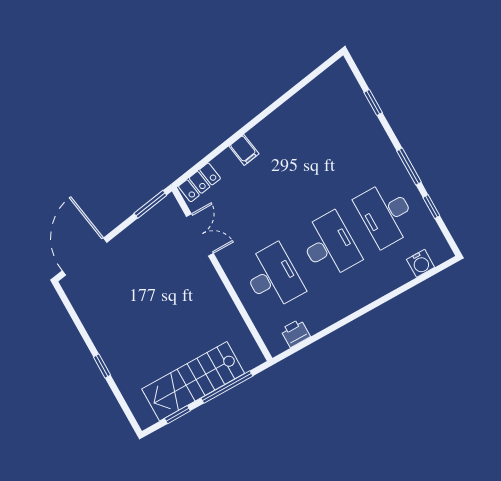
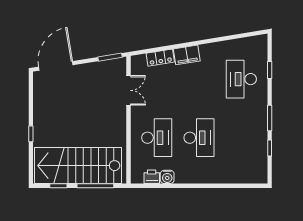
filing cabinet: (244, 150) -> (187, 55), width x2.00
locker: (199, 182) -> (160, 58), moved
desk: (386, 214) -> (241, 79), moved
water cooler: (421, 263) -> (167, 177), moved
stairs: (193, 381) -> (78, 166), width x1.36, depth x1.51

